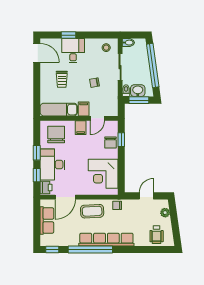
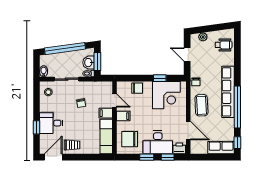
trolley: (62, 79) -> (72, 145), moved
window: (121, 140) -> (160, 78), moved
row of seats: (47, 220) -> (221, 148), moved

